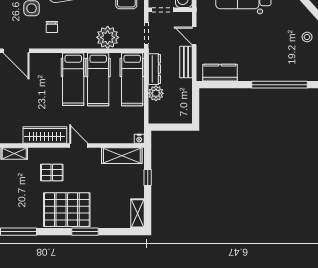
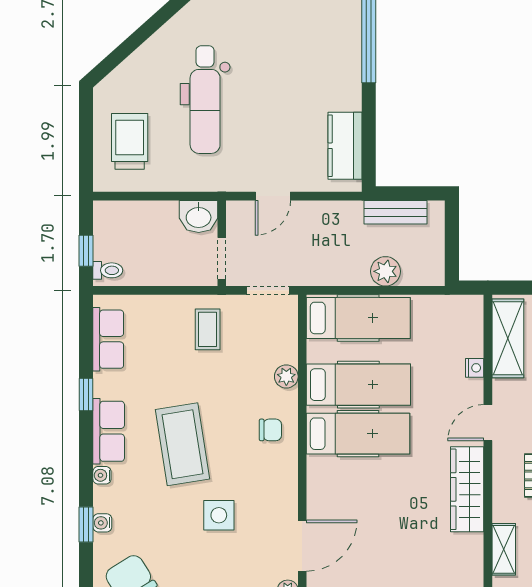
chair: (52, 27) -> (270, 430), moved
plant: (108, 37) -> (286, 376), width x0.53, depth x0.53
bench: (186, 62) -> (396, 212), moved
dresser: (154, 69) -> (338, 274), removed
nightstand: (139, 139) -> (475, 368), moved

